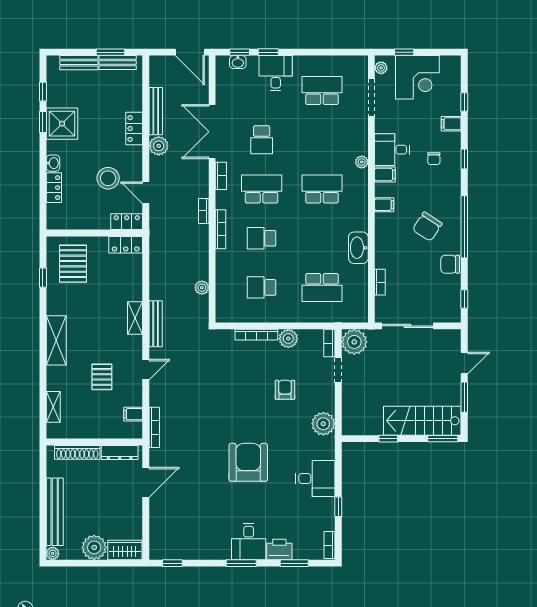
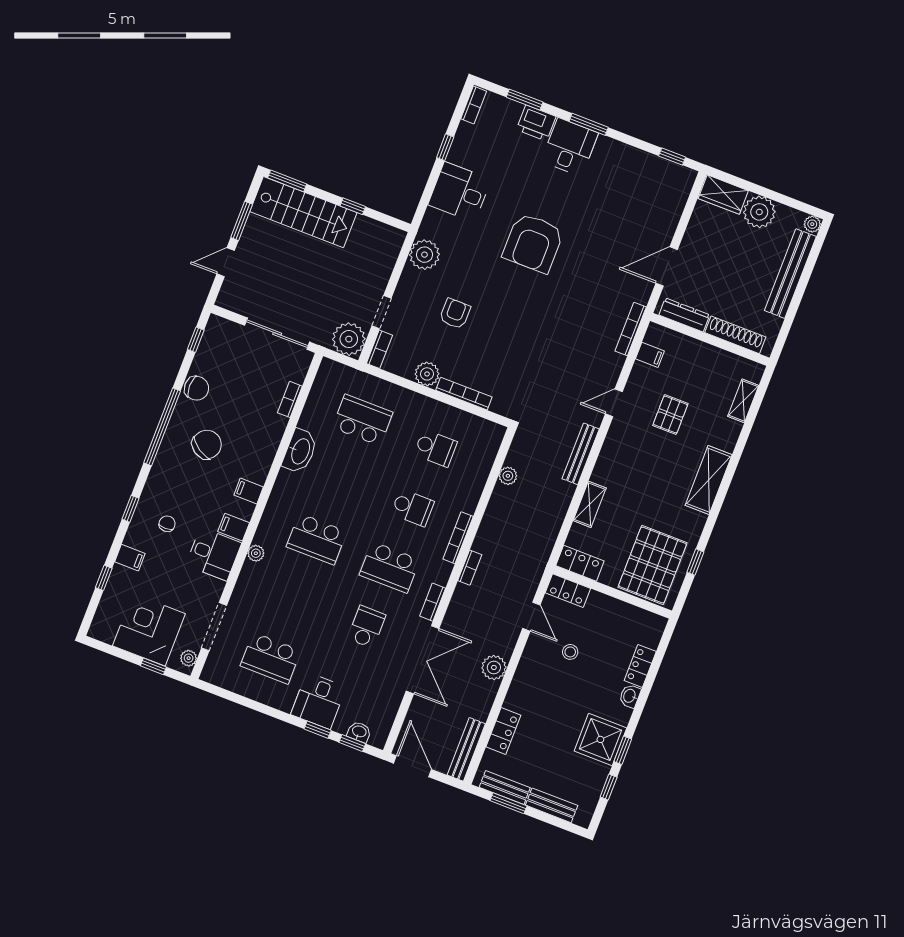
bench: (156, 111) -> (466, 749), moved
locker: (134, 129) -> (503, 731), moved
stool: (108, 178) -> (570, 652), width x0.53, depth x0.53
pallet: (73, 264) -> (652, 565), width x1.37, depth x1.41
shelving: (135, 318) -> (590, 504), moved
armchair: (285, 390) -> (455, 314), turned 180

